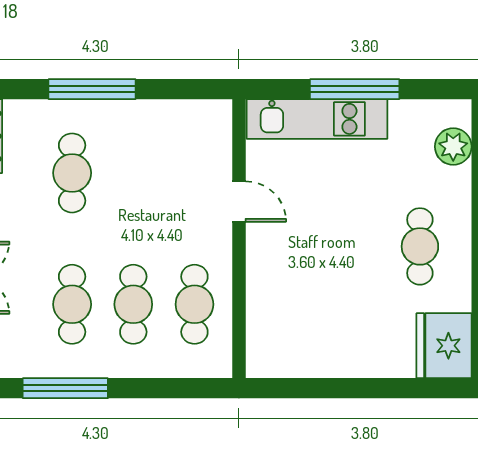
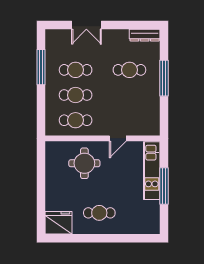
plant: (453, 147) -> (140, 227), removed
round table: (299, 283) -> (84, 163), added

